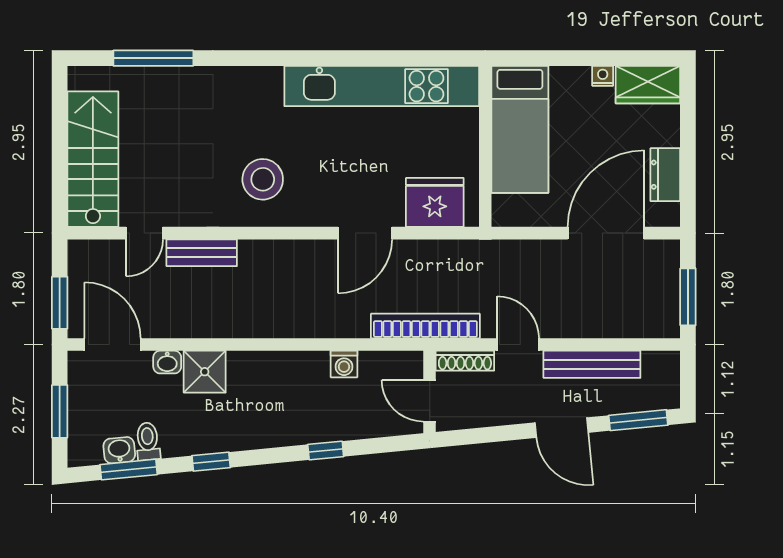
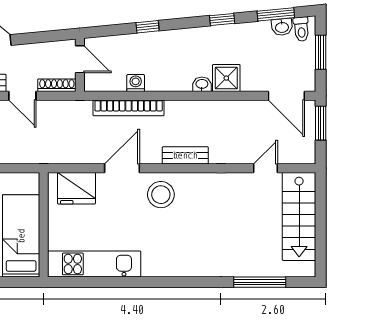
kitchen unit: (382, 86) -> (94, 264), width x0.73
stool: (263, 179) -> (161, 195), moved
bench: (202, 253) -> (185, 155), moved
bookcase: (425, 326) -> (129, 108), moved
washbasin: (167, 362) -> (202, 84), moved
toilet: (148, 441) -> (301, 29), moved

